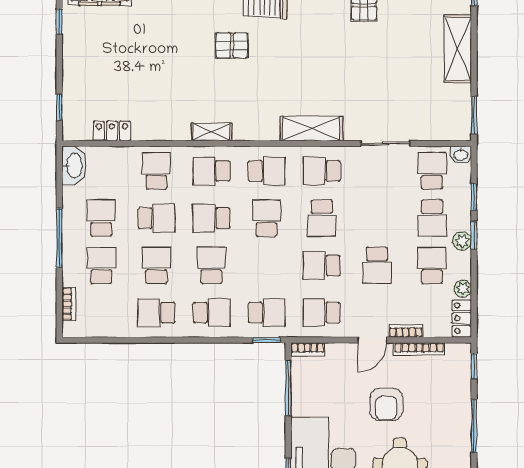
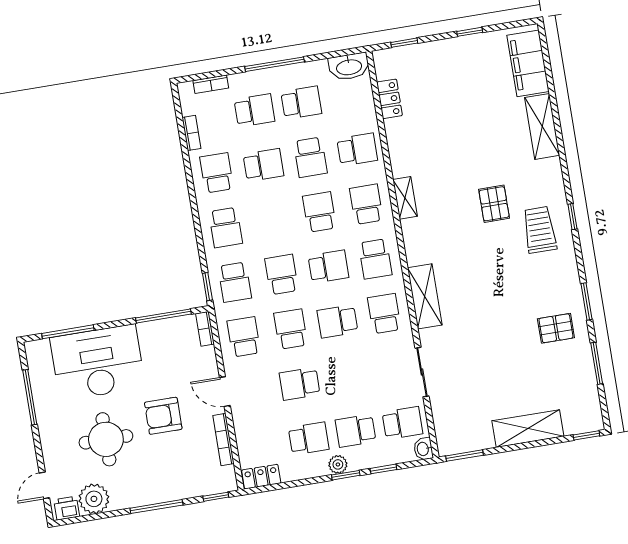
window: (59, 22) -> (470, 32), moved
school desk: (212, 265) -> (282, 274), moved, turned -90
plant: (463, 289) -> (291, 473), removed
bookcase: (406, 331) -> (191, 133), moved

